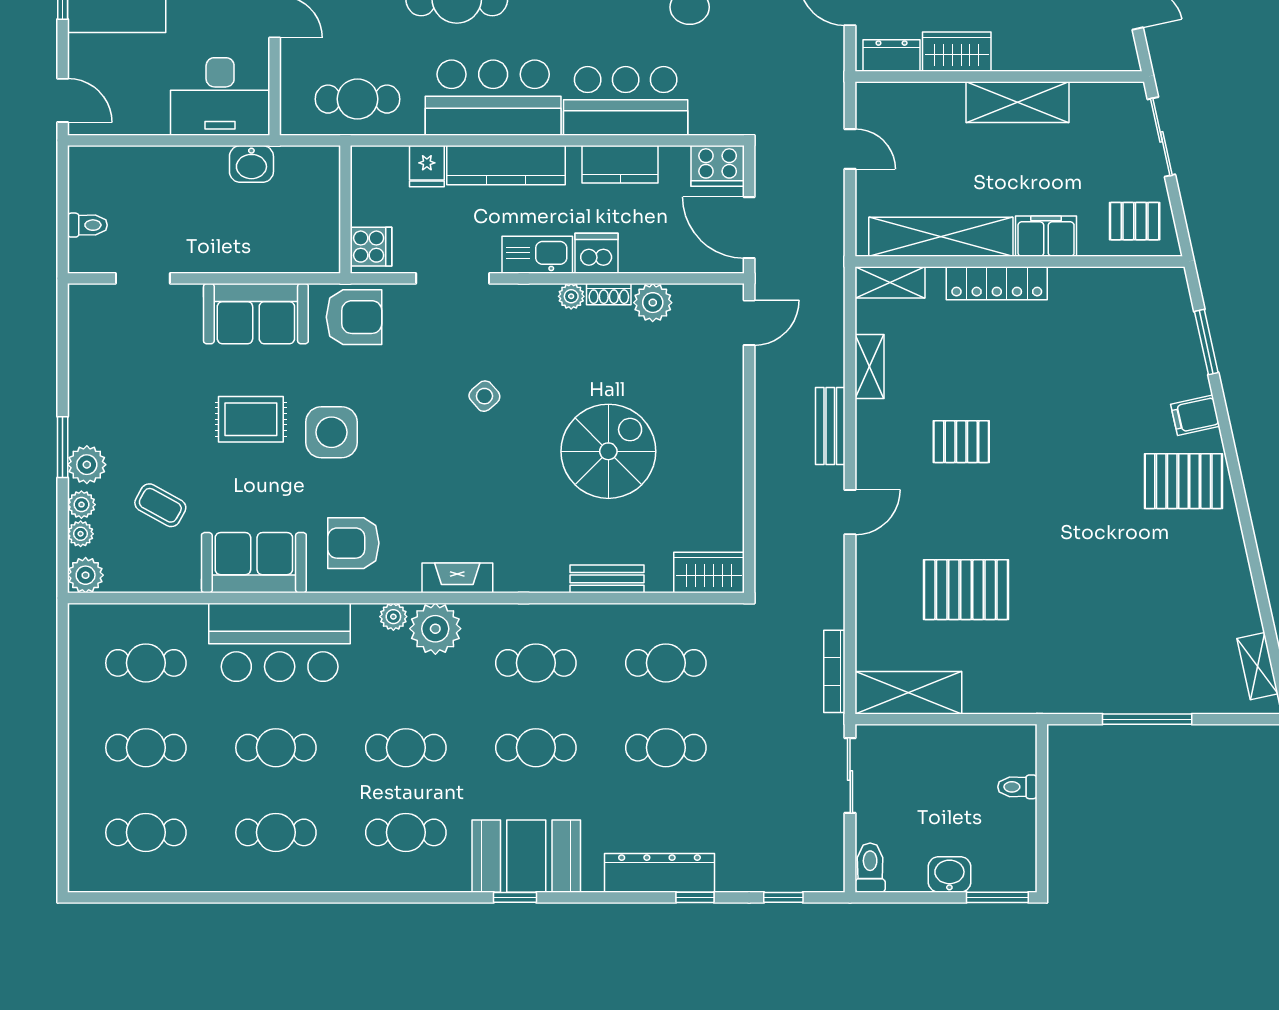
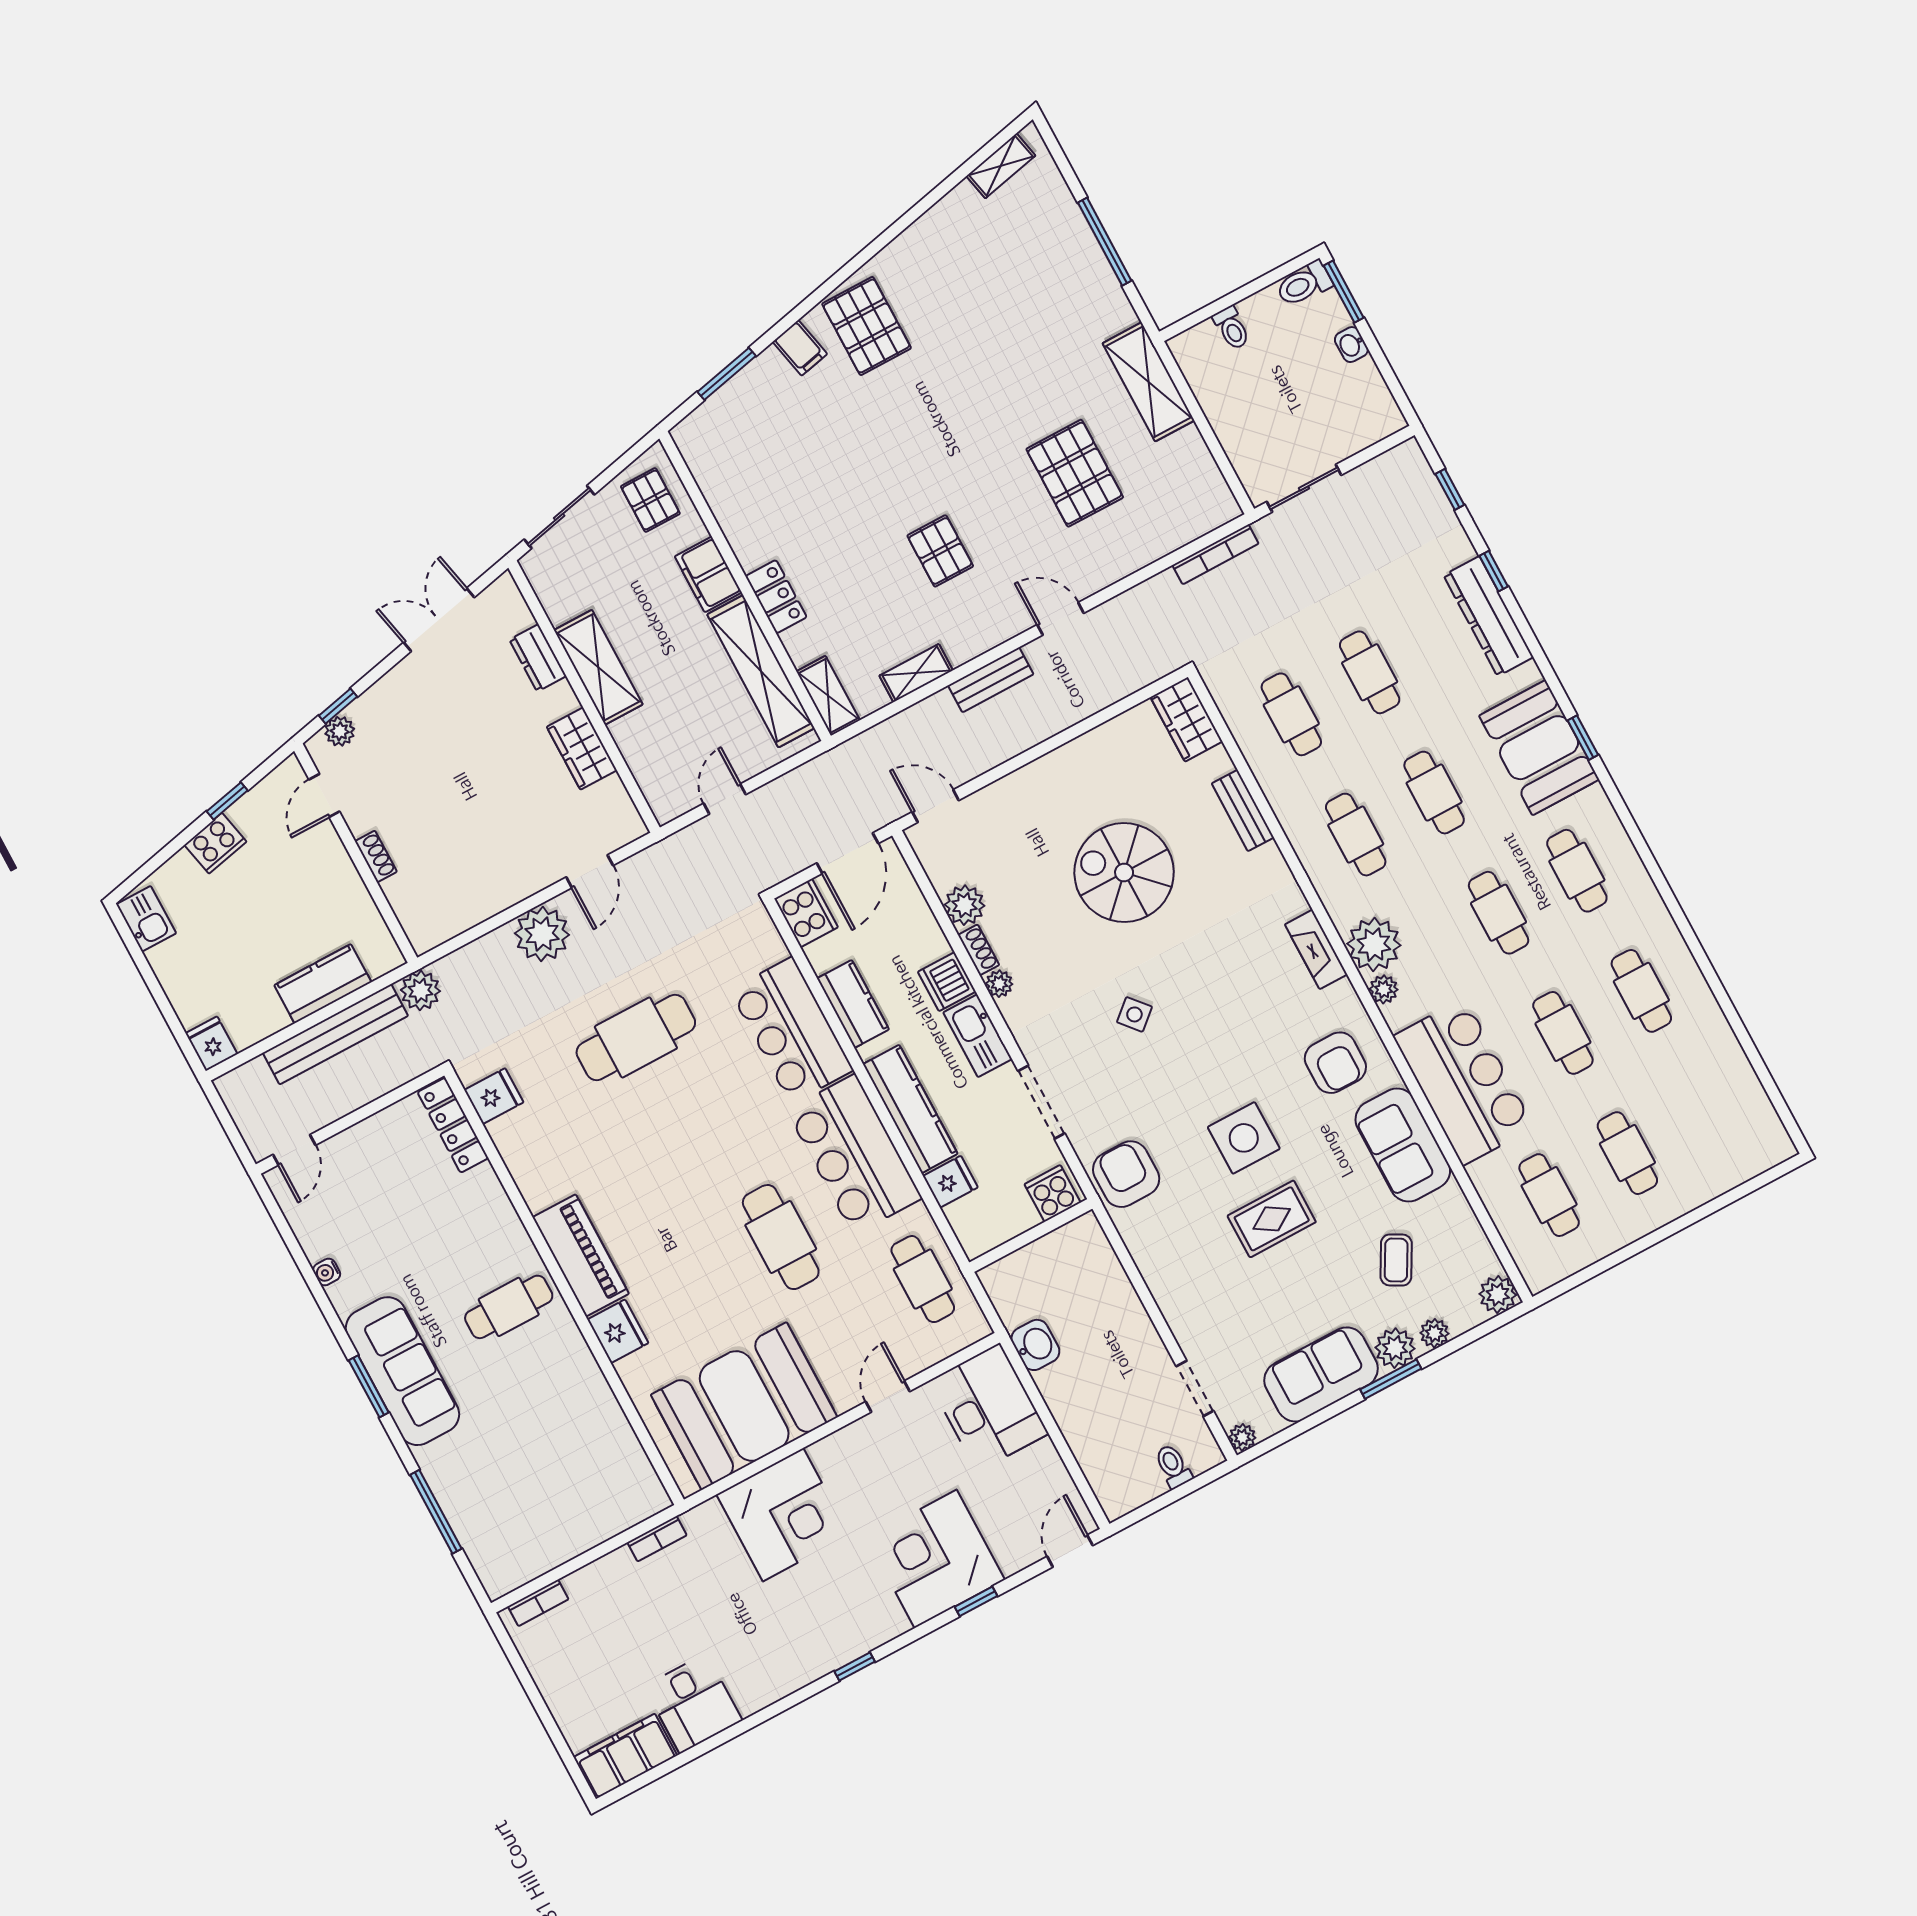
dresser: (892, 55) -> (538, 658), moved
locker: (997, 283) -> (776, 597), width x0.66
sofa: (256, 314) -> (1321, 1374), moved, turned -90
rug: (251, 419) -> (1272, 1219), turned 90
plant: (81, 534) -> (1242, 1437), moved
shelving: (908, 693) -> (1148, 382), moved
cafe table: (146, 832) -> (1706, 1111), removed
toilet: (870, 868) -> (1304, 284), moved
washbasin: (949, 874) -> (1351, 345), width x0.72, depth x0.69

